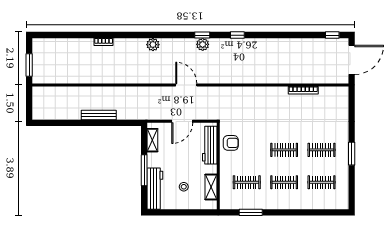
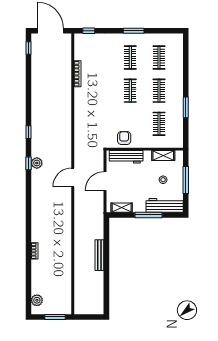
plant: (153, 45) -> (37, 300), moved
window: (352, 103) -> (89, 31), added
door: (182, 121) -> (105, 181), swing flipped
window: (184, 212) -> (186, 180), added
window: (251, 212) -> (186, 107), moved

